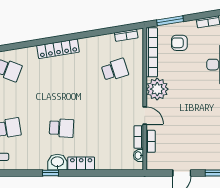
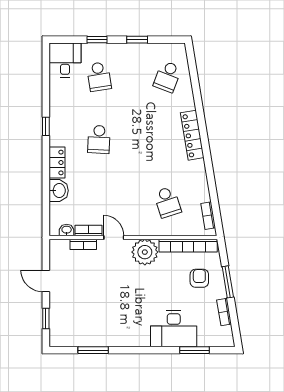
window: (170, 21) -> (228, 282), moved
door: (145, 115) -> (114, 237), swing flipped
washbasin: (57, 162) -> (59, 191), moved

